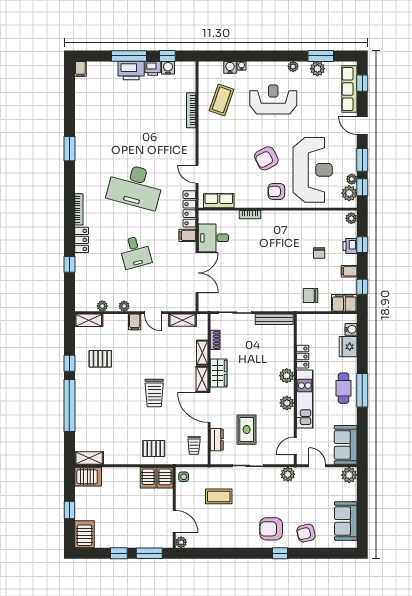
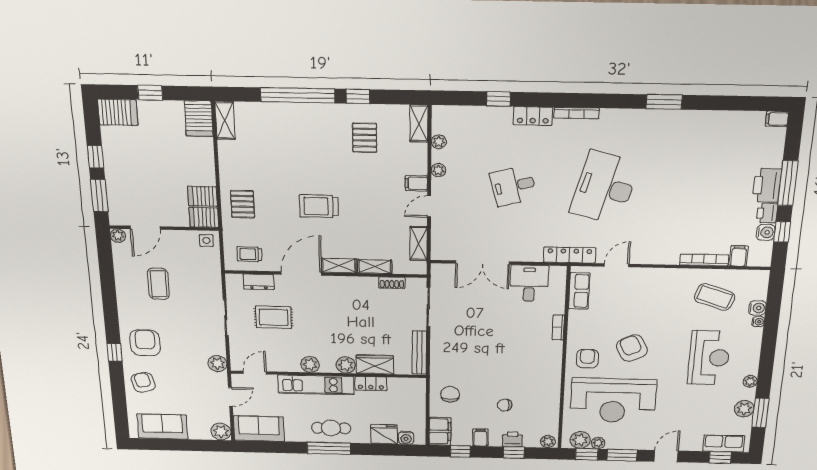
row of seats: (349, 89) -> (724, 444), width x0.68
filing cabinet: (187, 235) -> (739, 256), moved
wardrobe: (219, 373) -> (375, 365), moved, turned 180
door: (295, 446) -> (255, 373), hinge flipped
coffee table: (219, 496) -> (158, 284), moved

